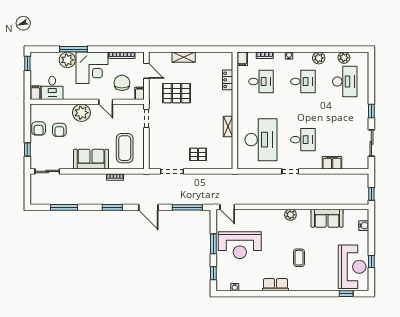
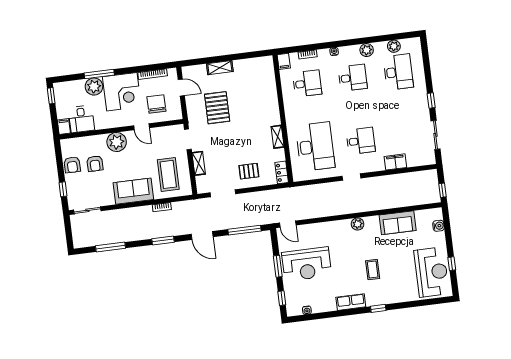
locker: (228, 80) -> (282, 172), moved
filing cabinet: (139, 93) -> (177, 113), removed
pallet: (177, 93) -> (217, 108), turned 90
shelving: (153, 142) -> (199, 163), added
window: (346, 294) -> (378, 308), moved

